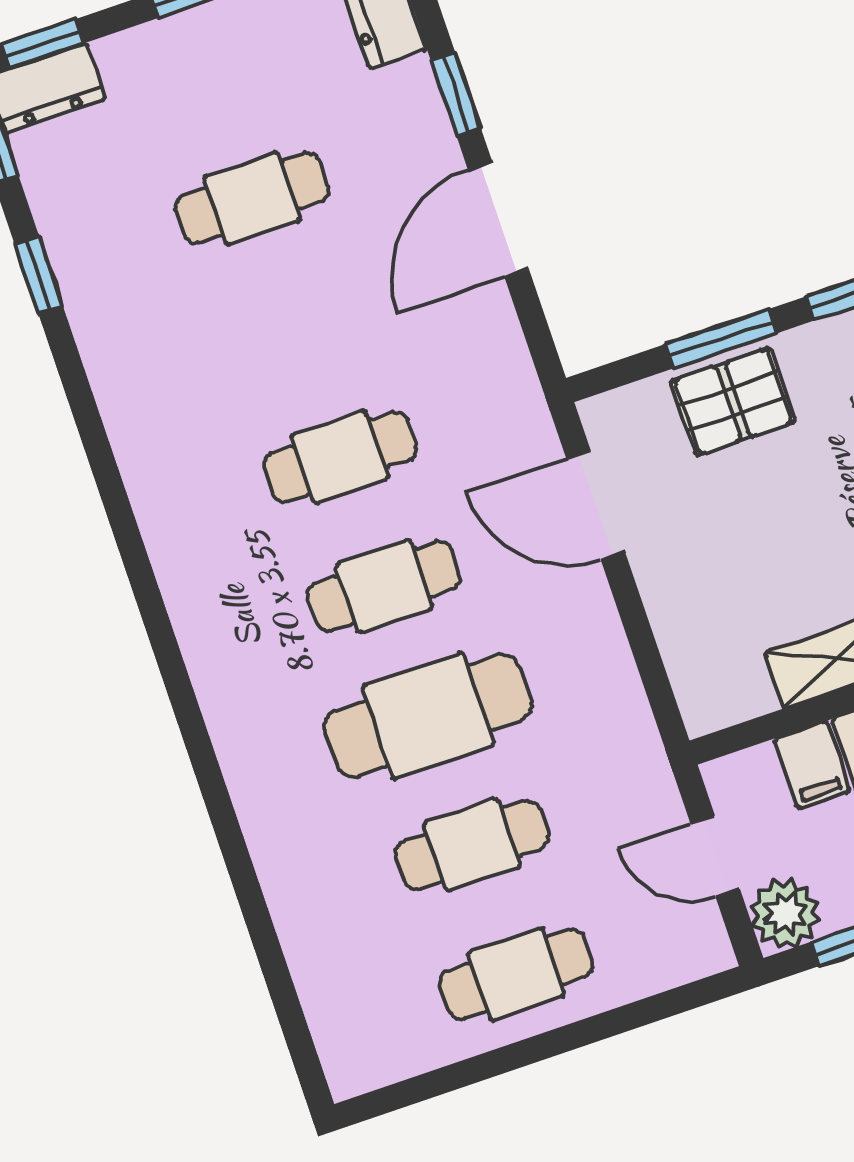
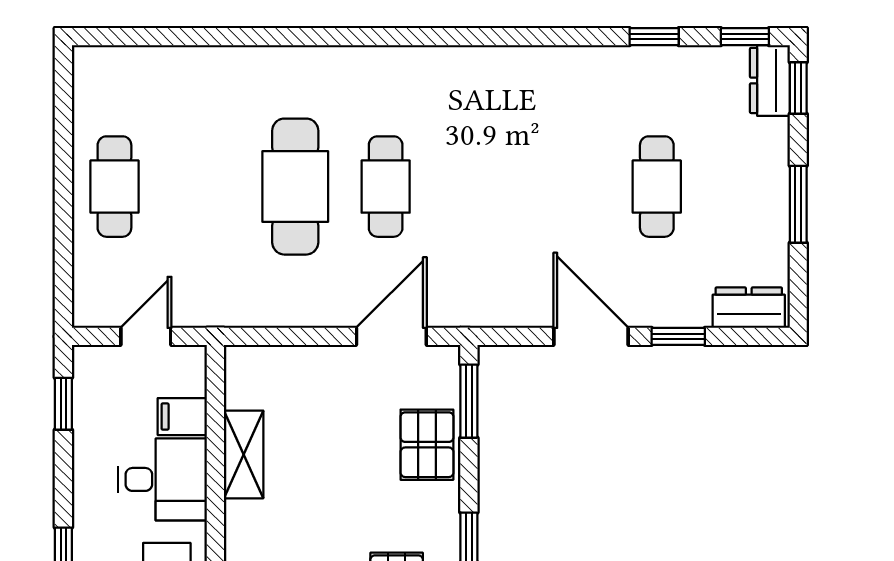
window: (721, 339) -> (469, 401), moved
cafe table: (340, 457) -> (476, 187), removed
cafe table: (472, 845) -> (205, 187), removed
plant: (785, 914) -> (95, 368), removed

